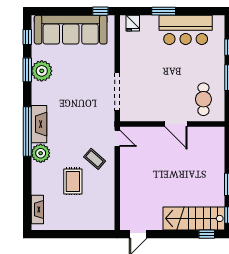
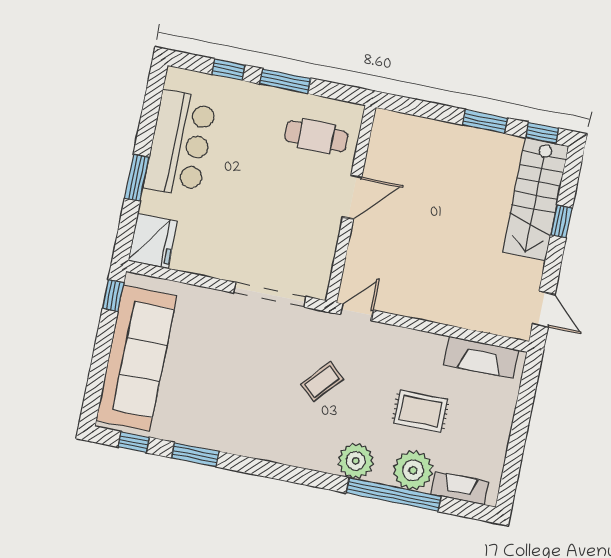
fridge: (133, 23) -> (153, 241), width x1.88, depth x1.34
plant: (42, 71) -> (413, 470), moved
fireplace: (39, 124) -> (481, 357), moved, turned 180
window: (27, 132) -> (394, 495), moved
coffee table: (95, 159) -> (322, 382), moved
window: (207, 234) -> (561, 222), moved

